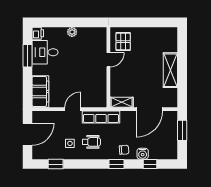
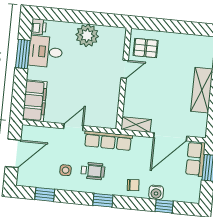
plant: (72, 32) -> (87, 35), width x1.87, depth x1.87
pallet: (123, 42) -> (146, 48), turned 90
row of seats: (171, 124) -> (196, 159), added
window: (117, 164) -> (103, 200), moved

